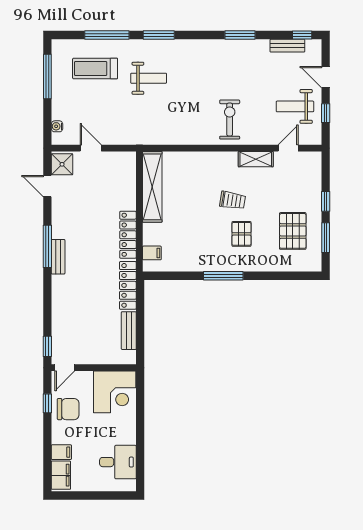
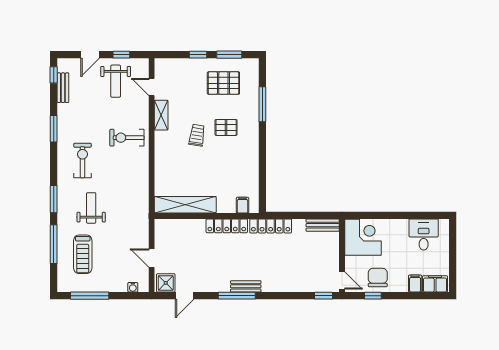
exercise bike: (203, 68) -> (82, 160), added
door: (91, 148) -> (152, 258), hinge flipped
window: (223, 276) -> (262, 104), moved
bench: (129, 331) -> (323, 225), moved

